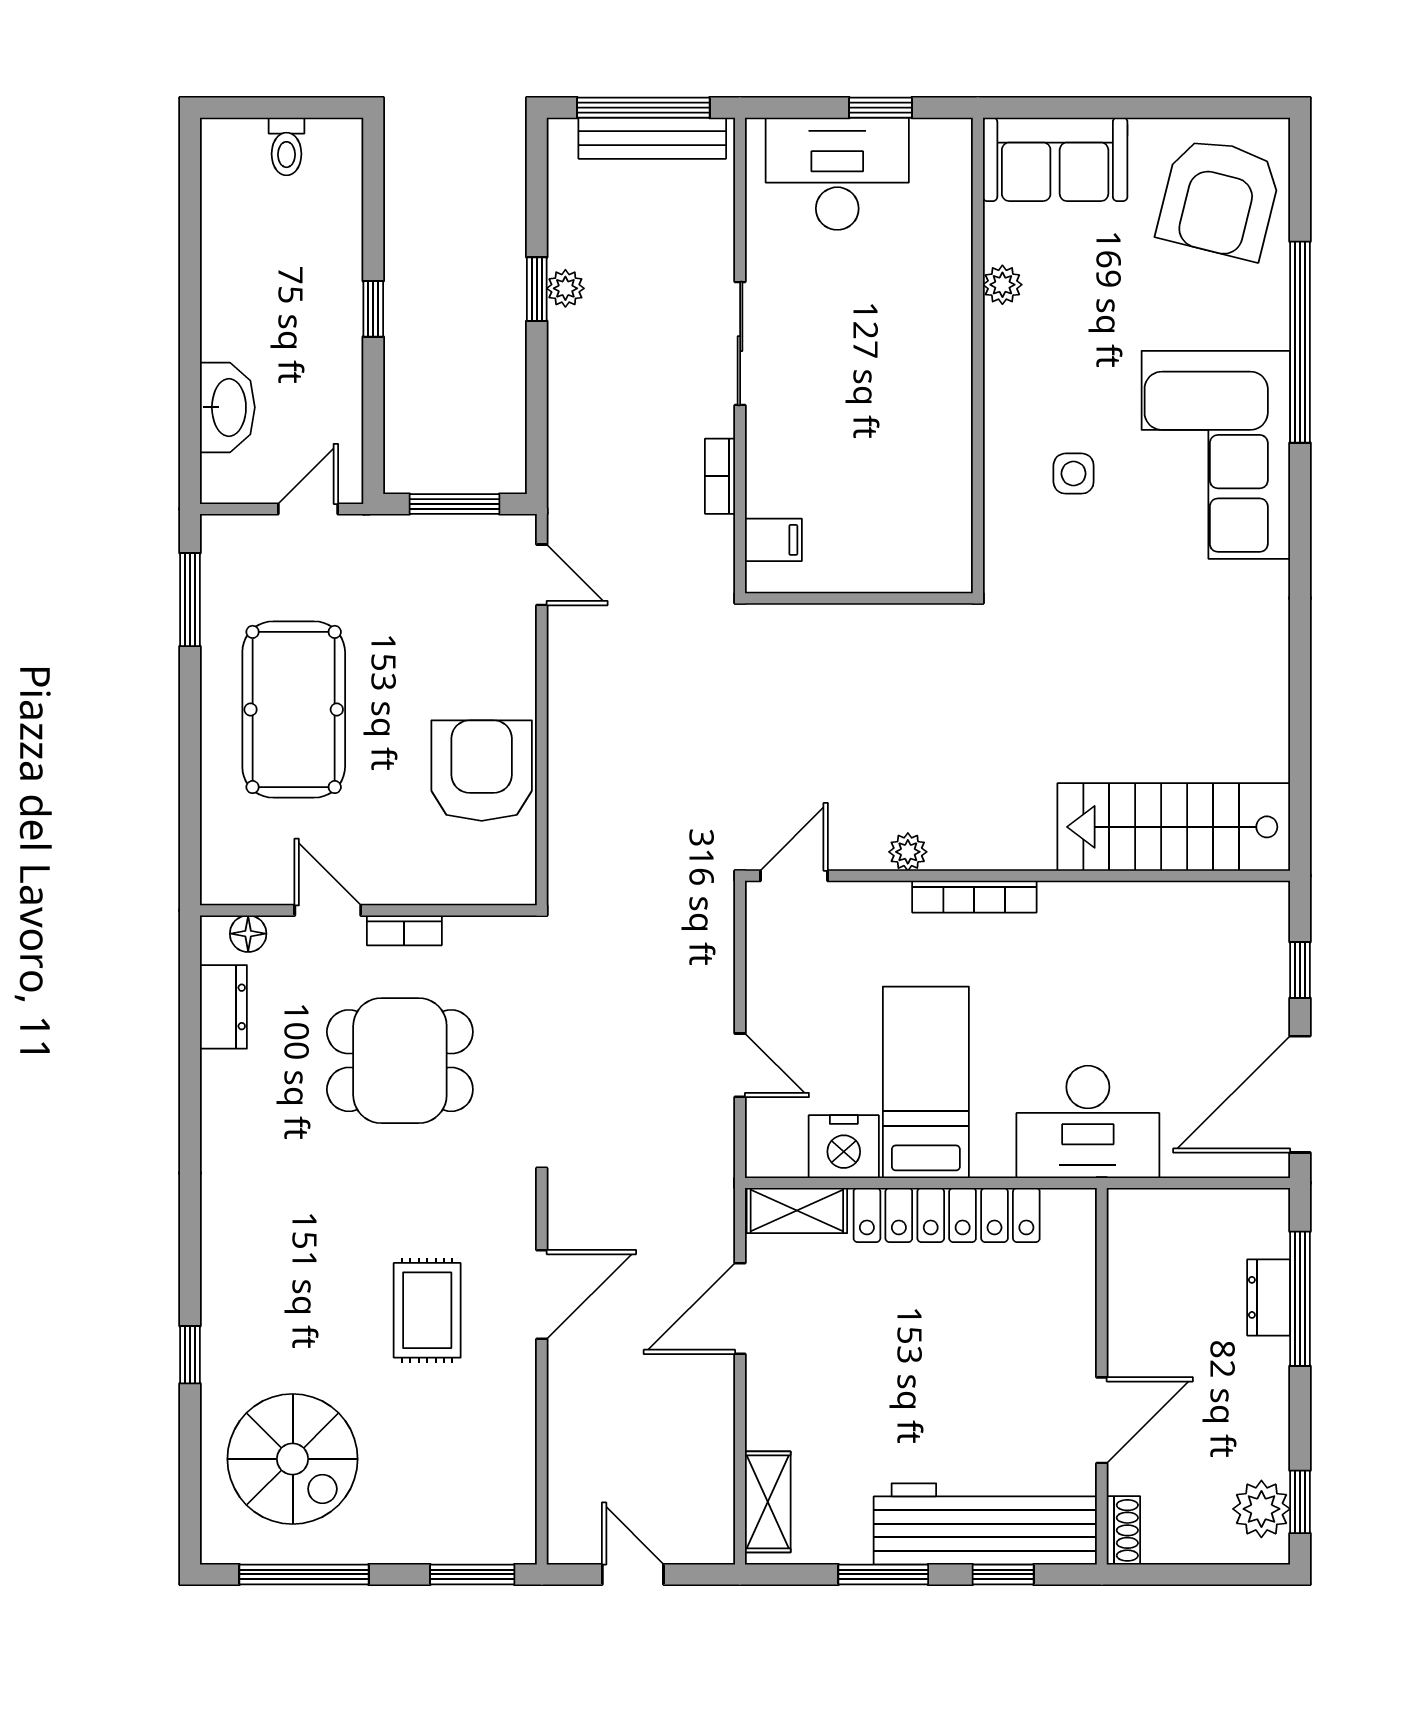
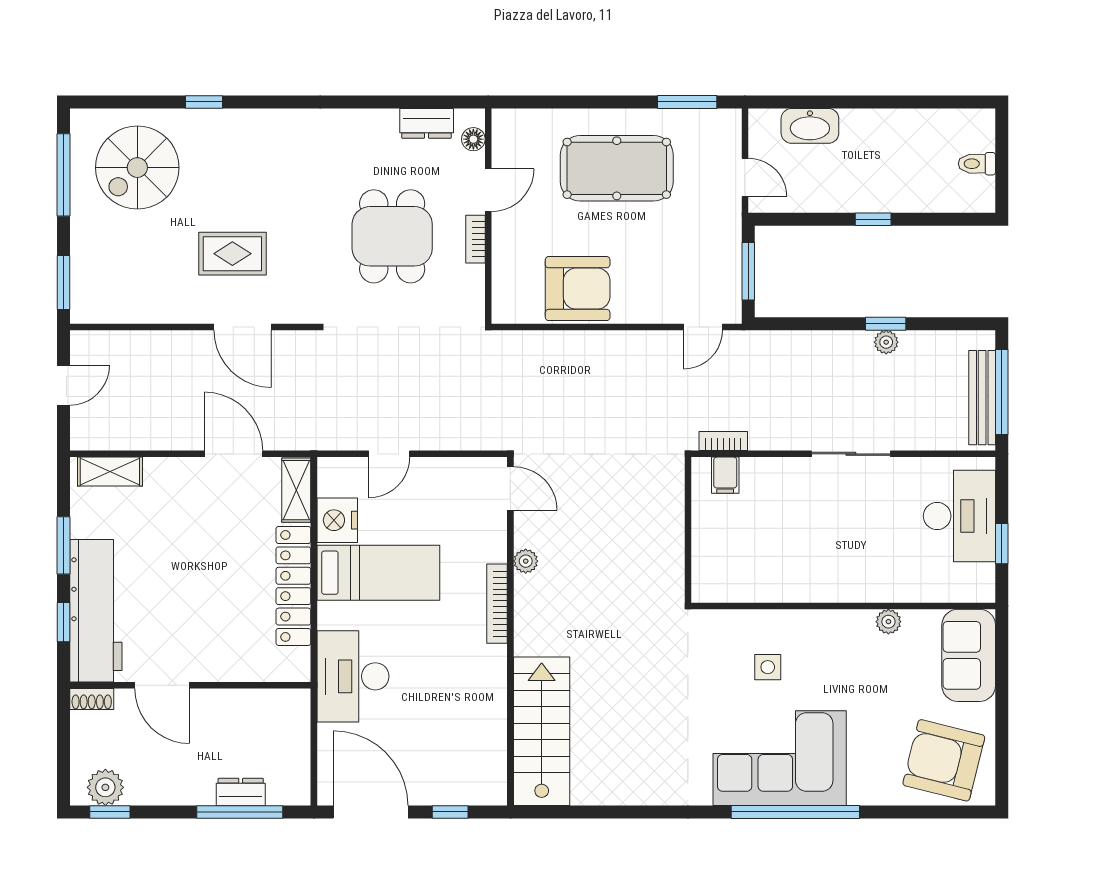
window: (1300, 342) -> (795, 812), moved
bookcase: (720, 476) -> (723, 441), moved

